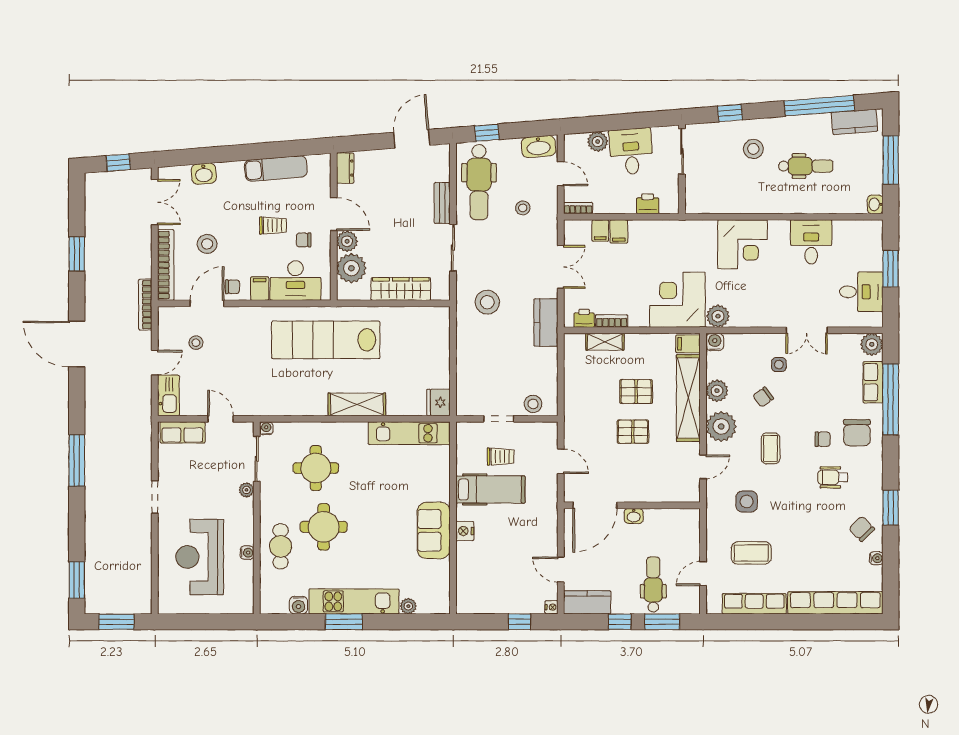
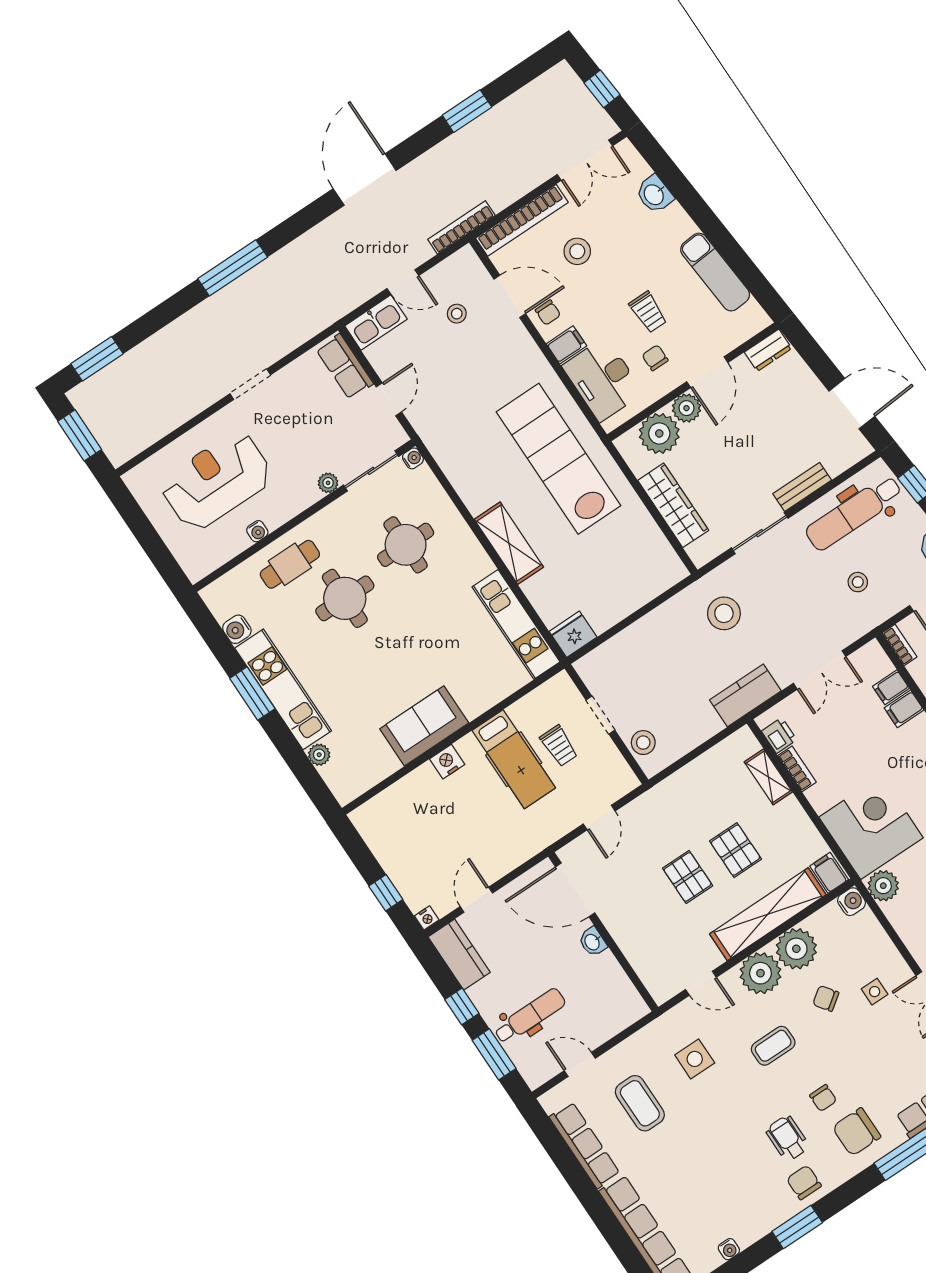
plant: (717, 391) -> (796, 949), width x1.36, depth x1.36
chair: (862, 529) -> (804, 1182), moved, turned -46

